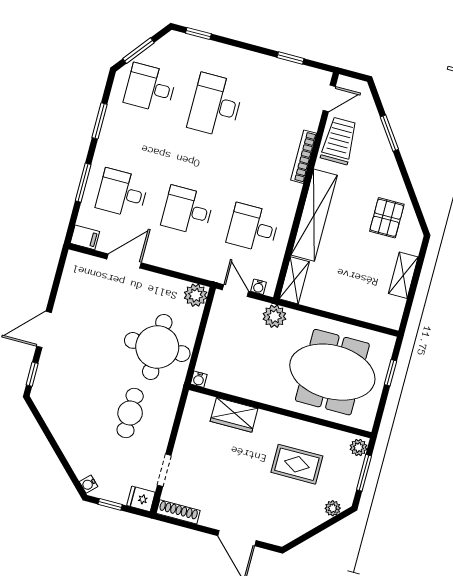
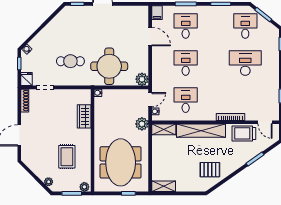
trolley: (339, 141) -> (244, 133), turned 180
shelving: (403, 275) -> (164, 186), moved

